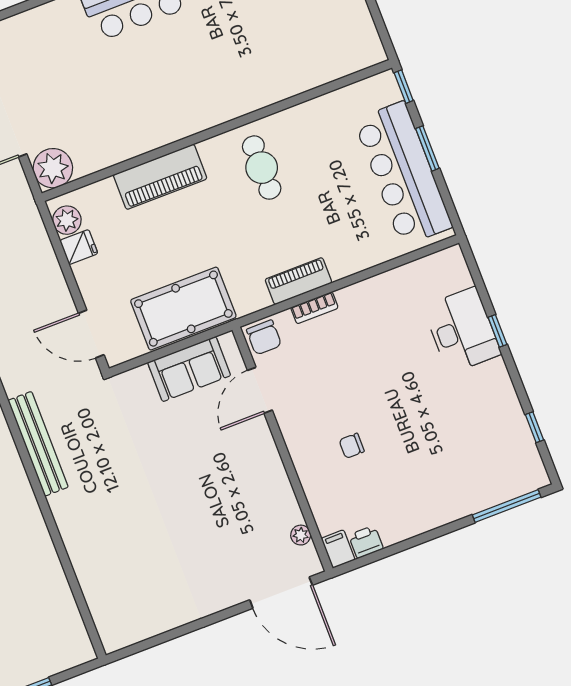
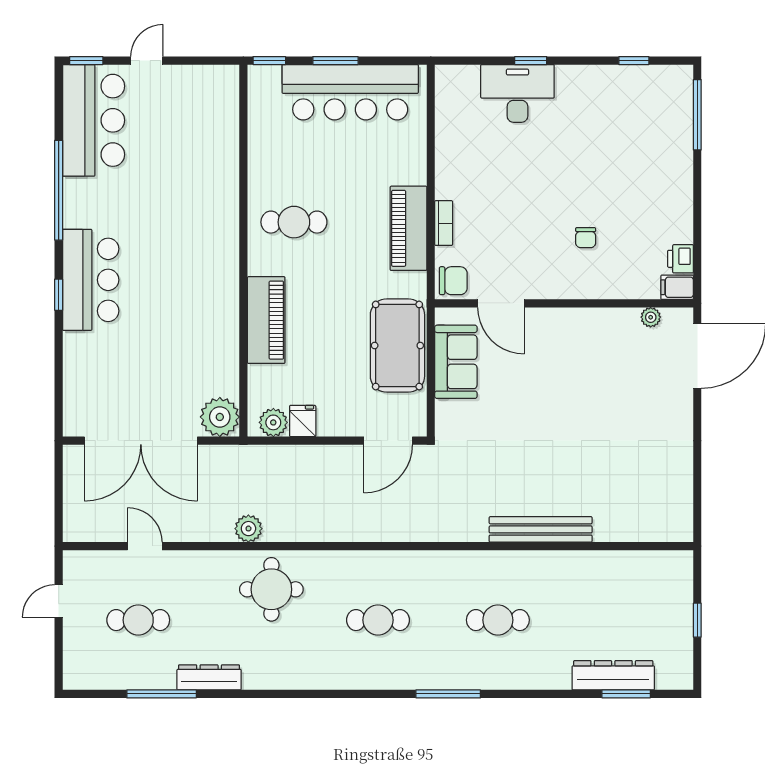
piano: (298, 281) -> (408, 228), width x1.37, depth x1.33
bench: (38, 444) -> (541, 529), moved

